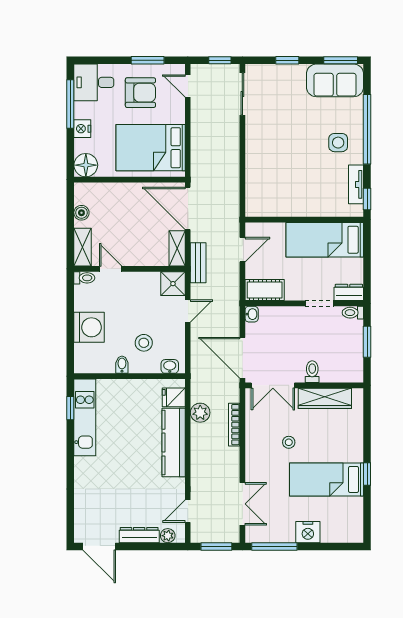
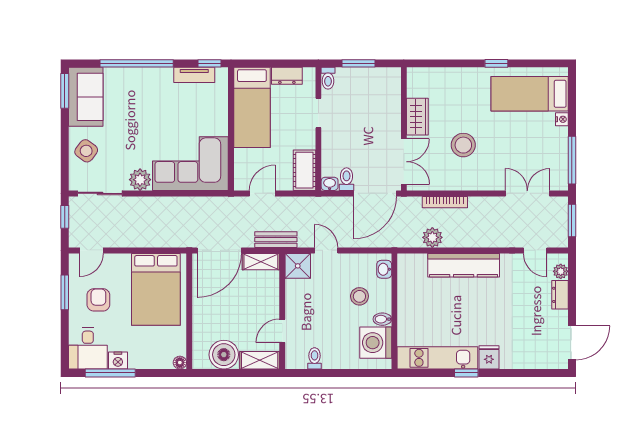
window: (287, 60) -> (65, 147), removed
armchair: (140, 93) -> (98, 300), width x0.72, depth x0.72
nightstand: (82, 129) -> (118, 361), moved
plant: (256, 132) -> (140, 180), added
side table: (338, 143) -> (86, 151), moved, turned 37
floor lamp: (86, 165) -> (180, 363), width x0.53, depth x0.53
corner sofa: (271, 181) -> (190, 164), added
boiler: (81, 213) -> (224, 355), width x1.86, depth x1.86
door: (242, 250) -> (262, 193), hinge flipped
toilet: (84, 278) -> (315, 358), moved
dresser: (349, 292) -> (287, 76), moved, turned -90
washing machine: (89, 327) -> (376, 343), moved, turned -90
toilet: (312, 372) -> (347, 179), moved, turned 90
fridge: (174, 397) -> (489, 357), moved, turned 180
wardrobe: (325, 398) -> (417, 117), width x0.67
window: (70, 408) -> (466, 373), moved
stool: (289, 442) -> (463, 145), width x1.89, depth x1.89
bed: (327, 479) -> (530, 94), moved, turned 90
nightstand: (308, 532) -> (562, 119), width x0.53, depth x0.56
dresser: (139, 535) -> (560, 295), width x0.70

